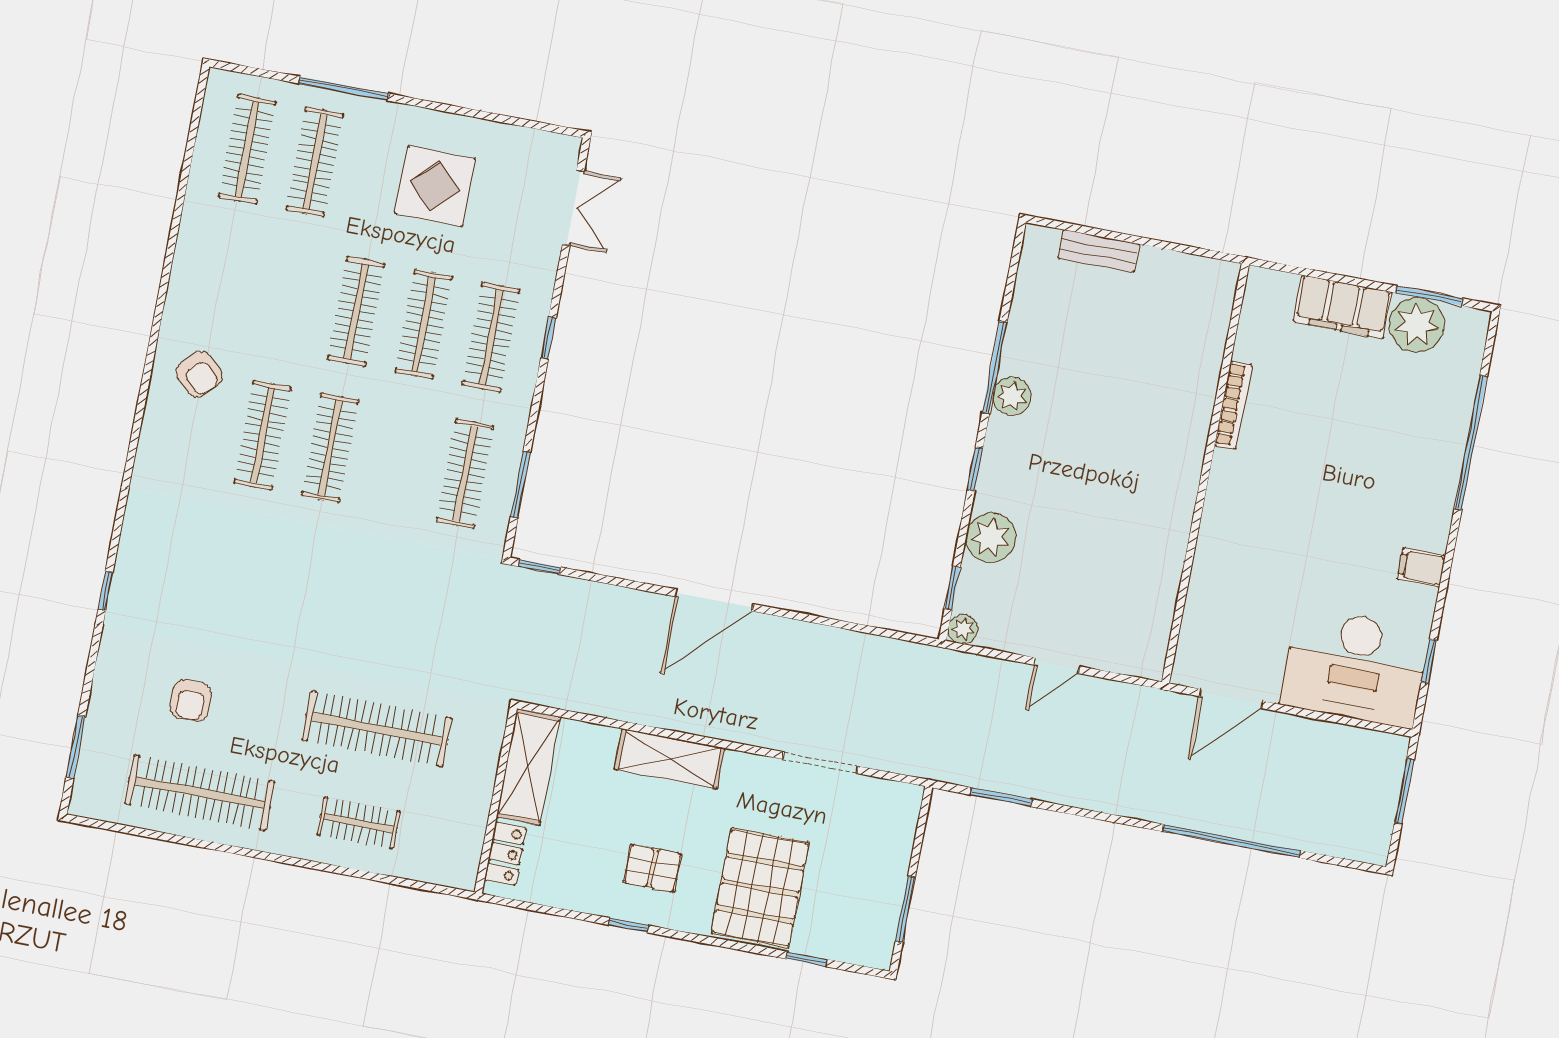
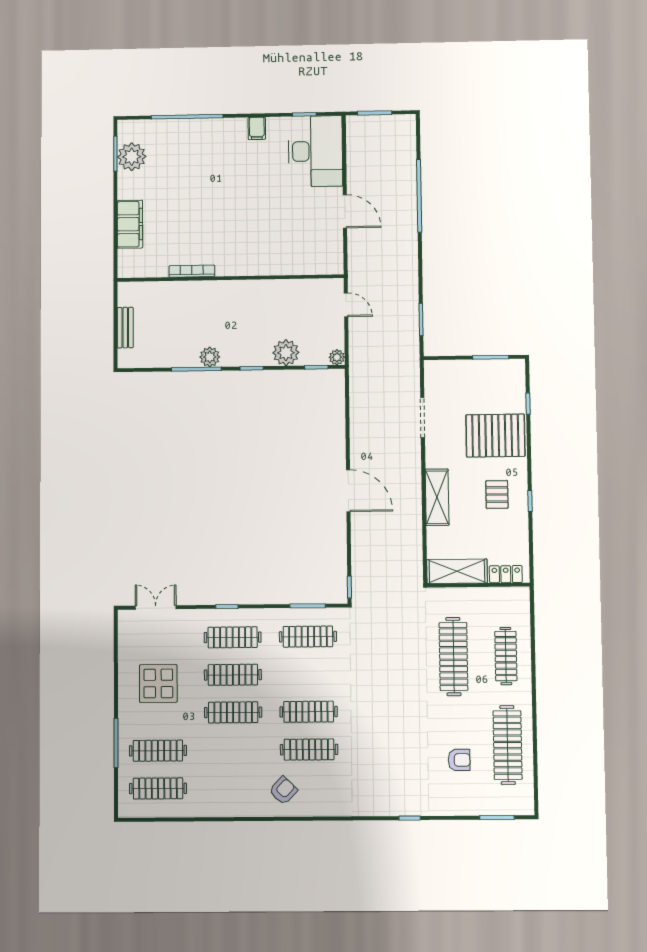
filing cabinet: (1343, 307) -> (130, 224), moved
bookcase: (1233, 405) -> (192, 271), moved
wall: (1205, 473) -> (230, 278), moved
clothes rail: (359, 823) -> (506, 656), width x1.36

